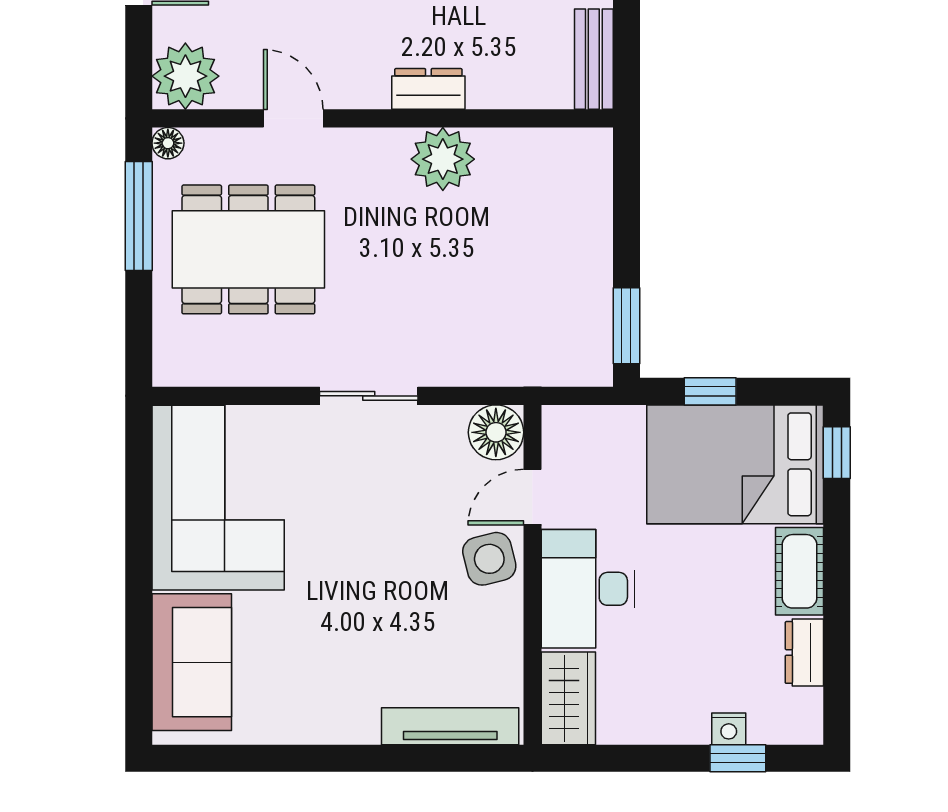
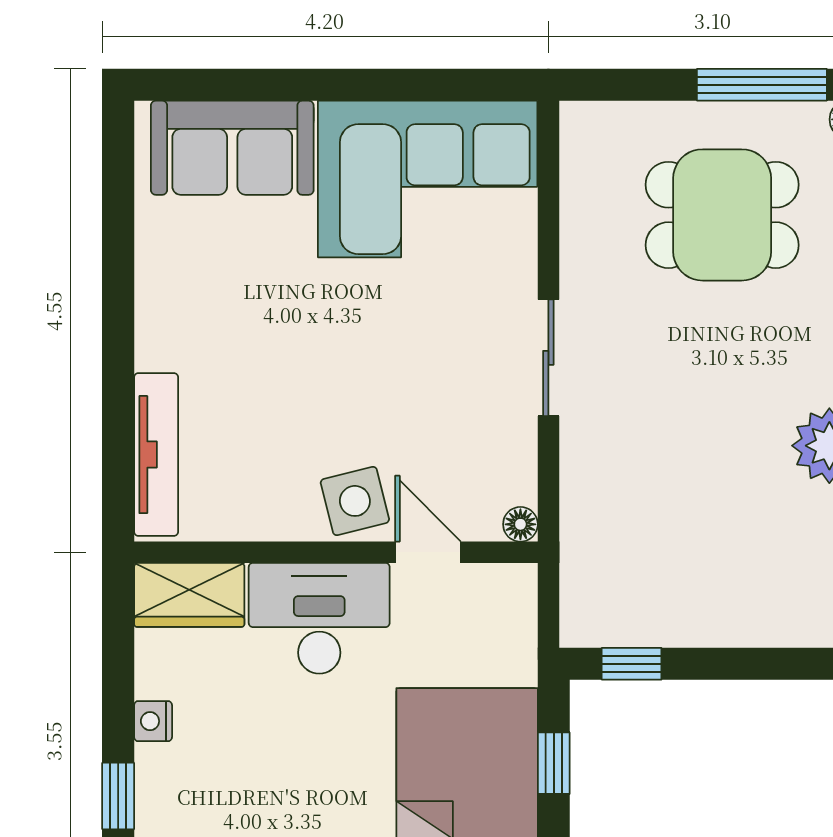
dining table: (248, 249) -> (722, 215), width x0.73
window: (626, 326) -> (632, 664), width x0.67
floor lamp: (496, 432) -> (520, 524), width x0.53, depth x0.53
nightstand: (729, 729) -> (153, 721), moved

